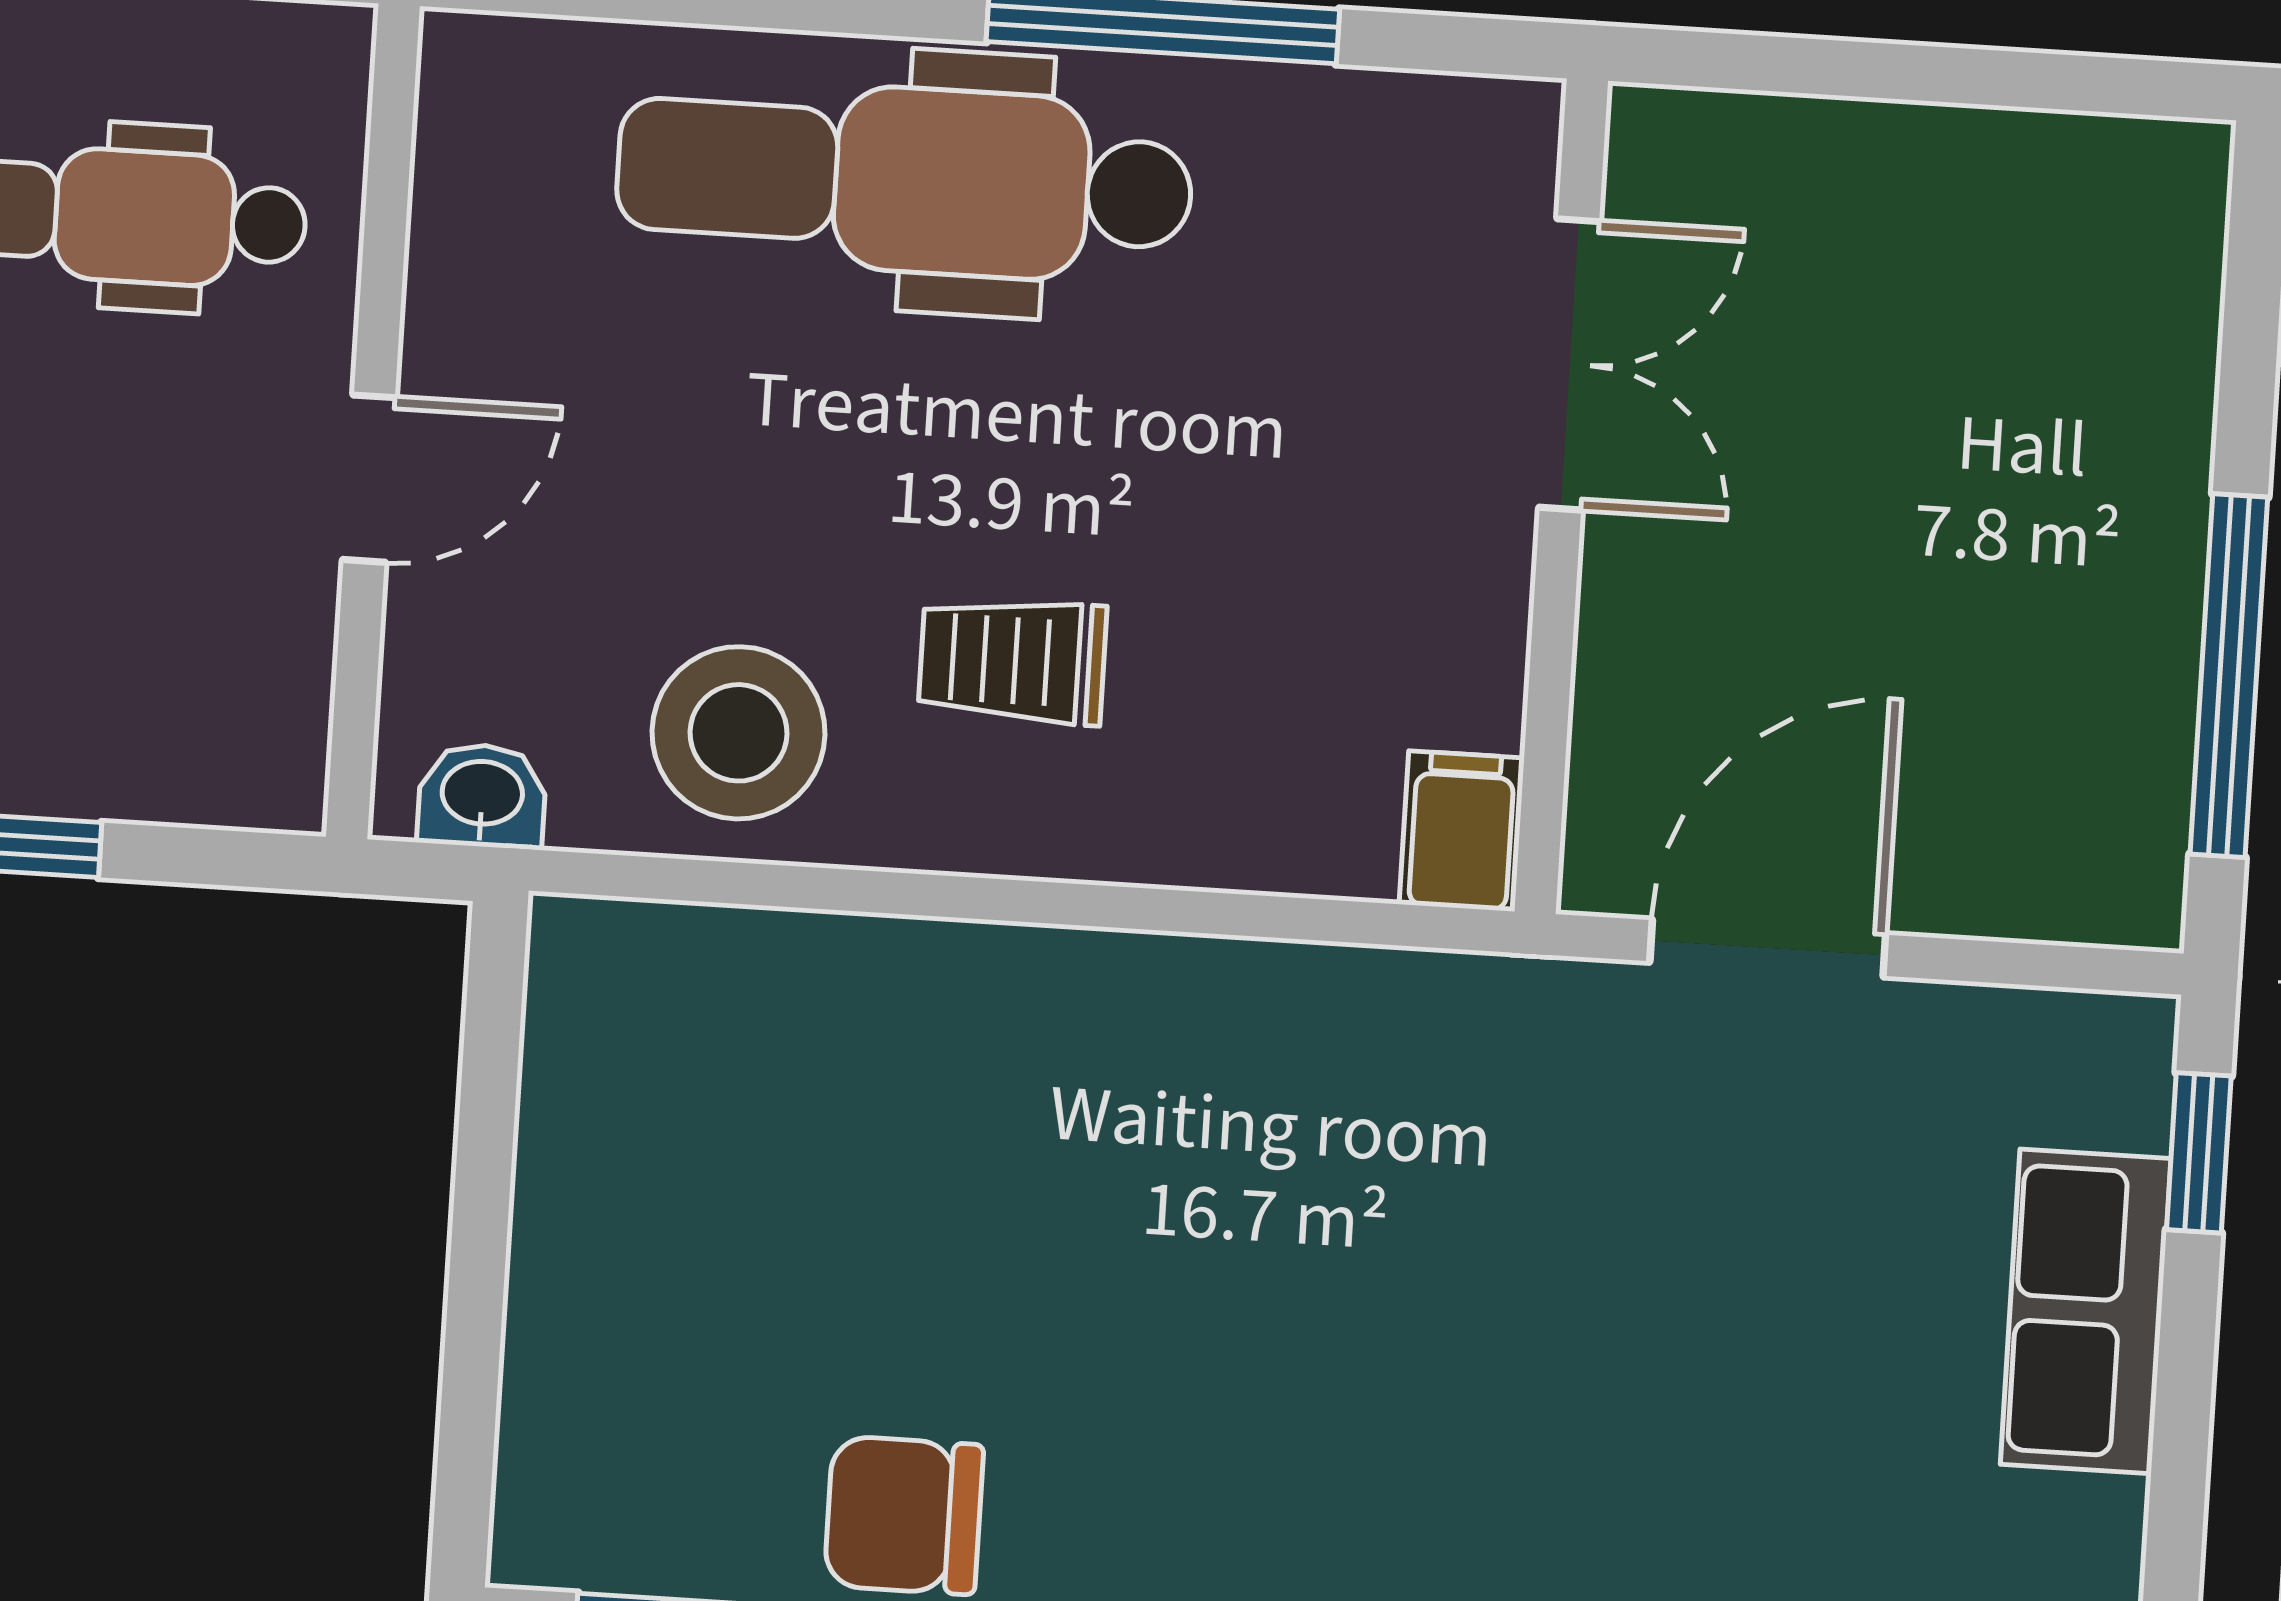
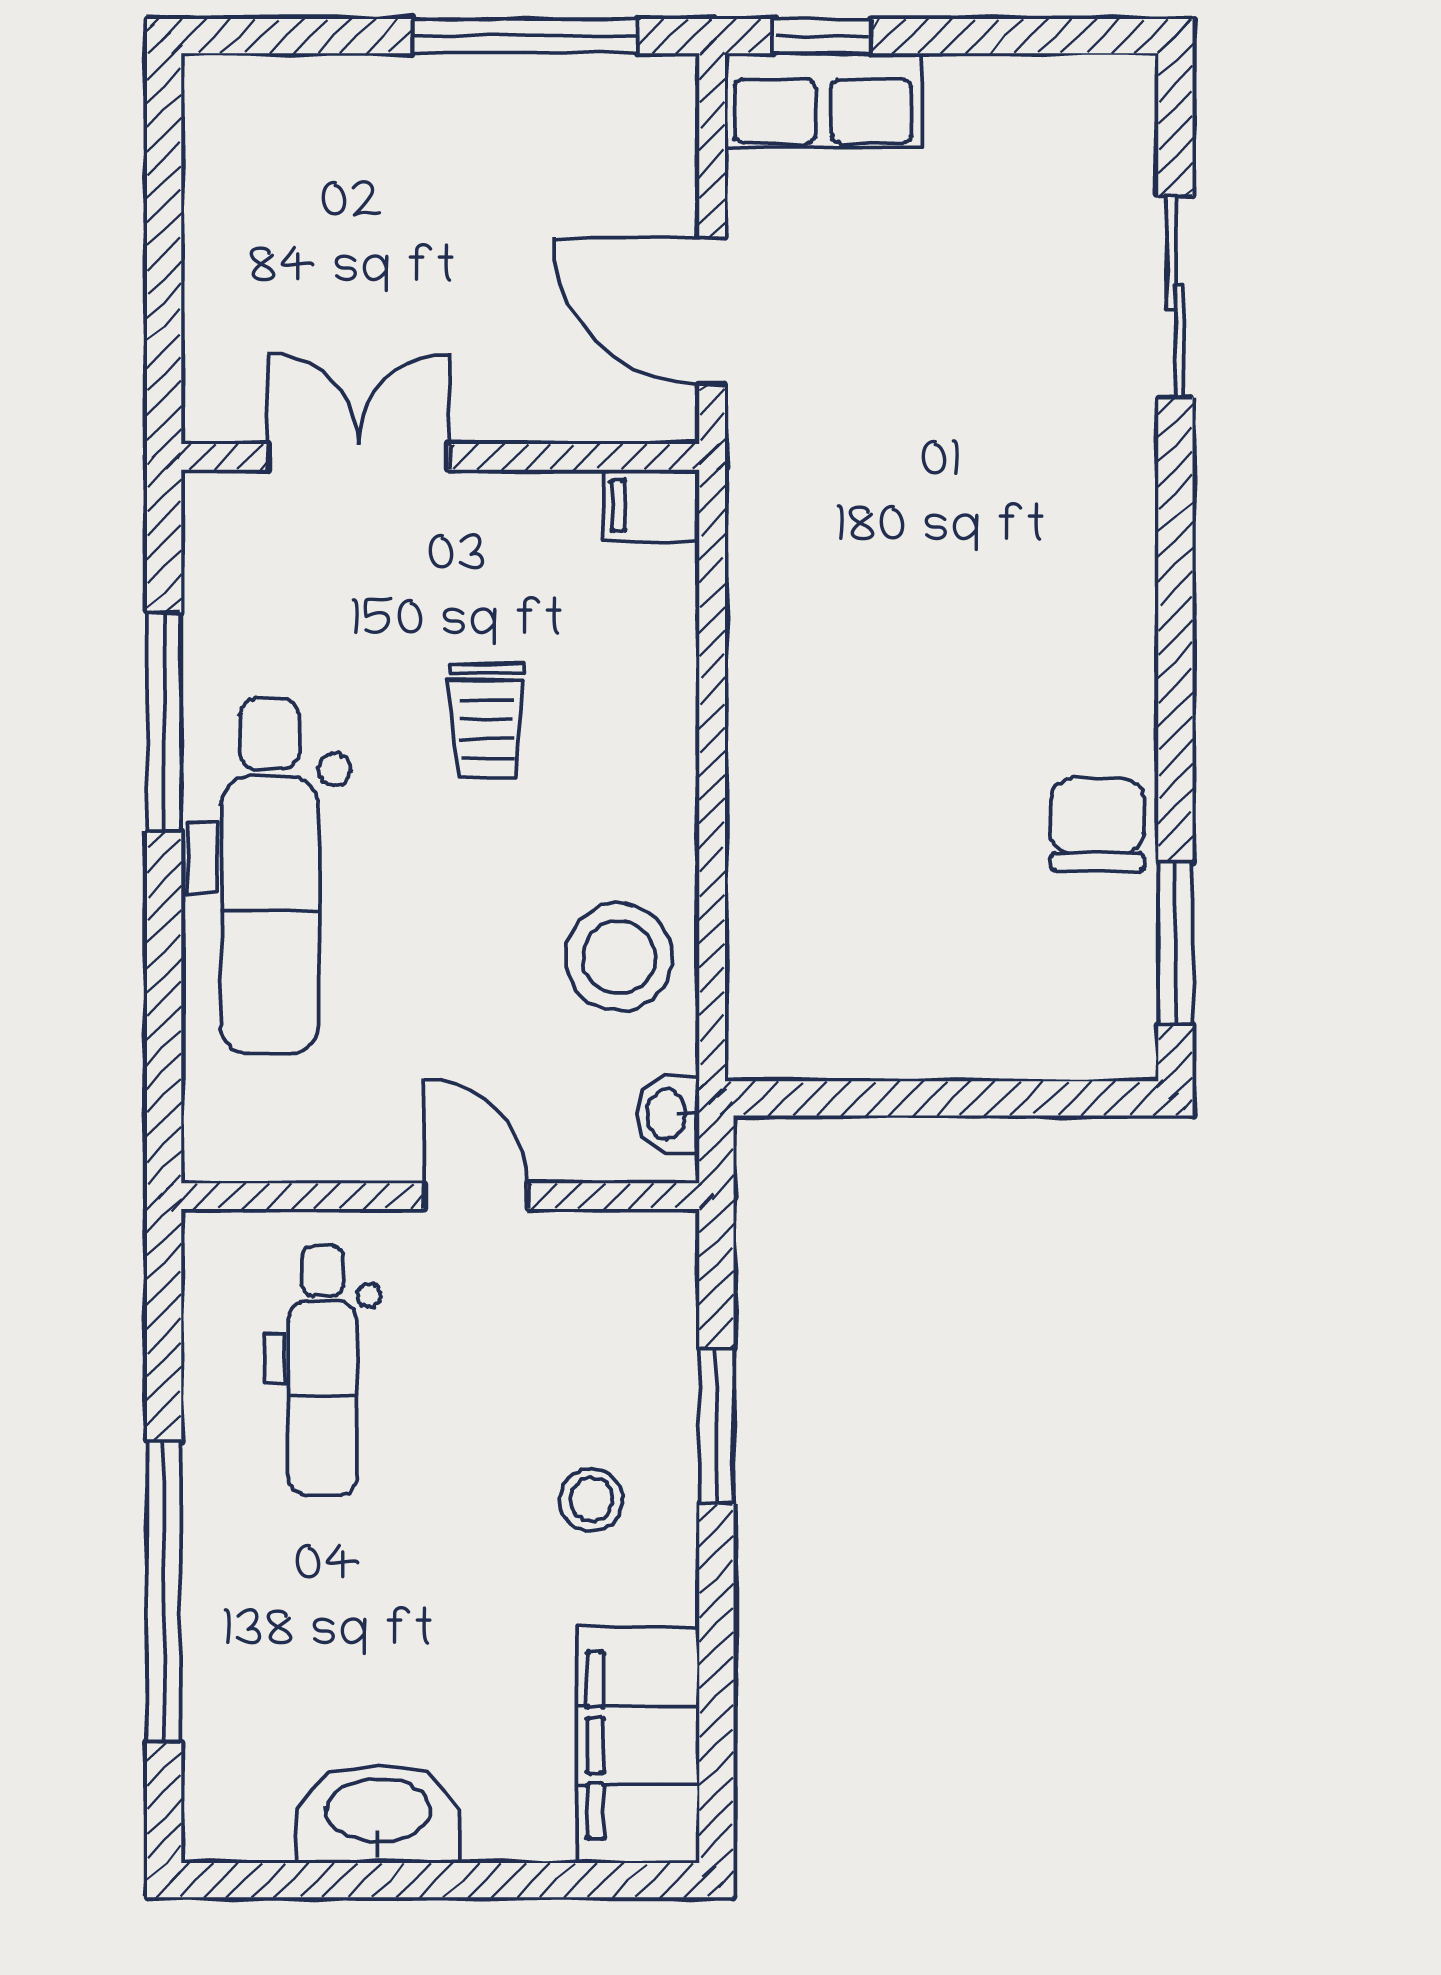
trolley: (1013, 660) -> (486, 721), moved
row of seats: (2086, 1311) -> (823, 100), moved
chair: (904, 1515) -> (1097, 824), turned 180

